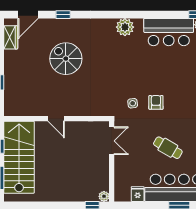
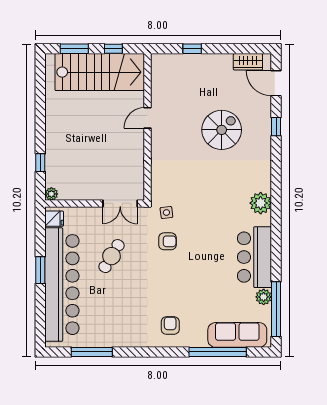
double door: (112, 141) -> (120, 203), moved
wall: (112, 161) -> (95, 203), moved
plant: (104, 196) -> (51, 194), moved

